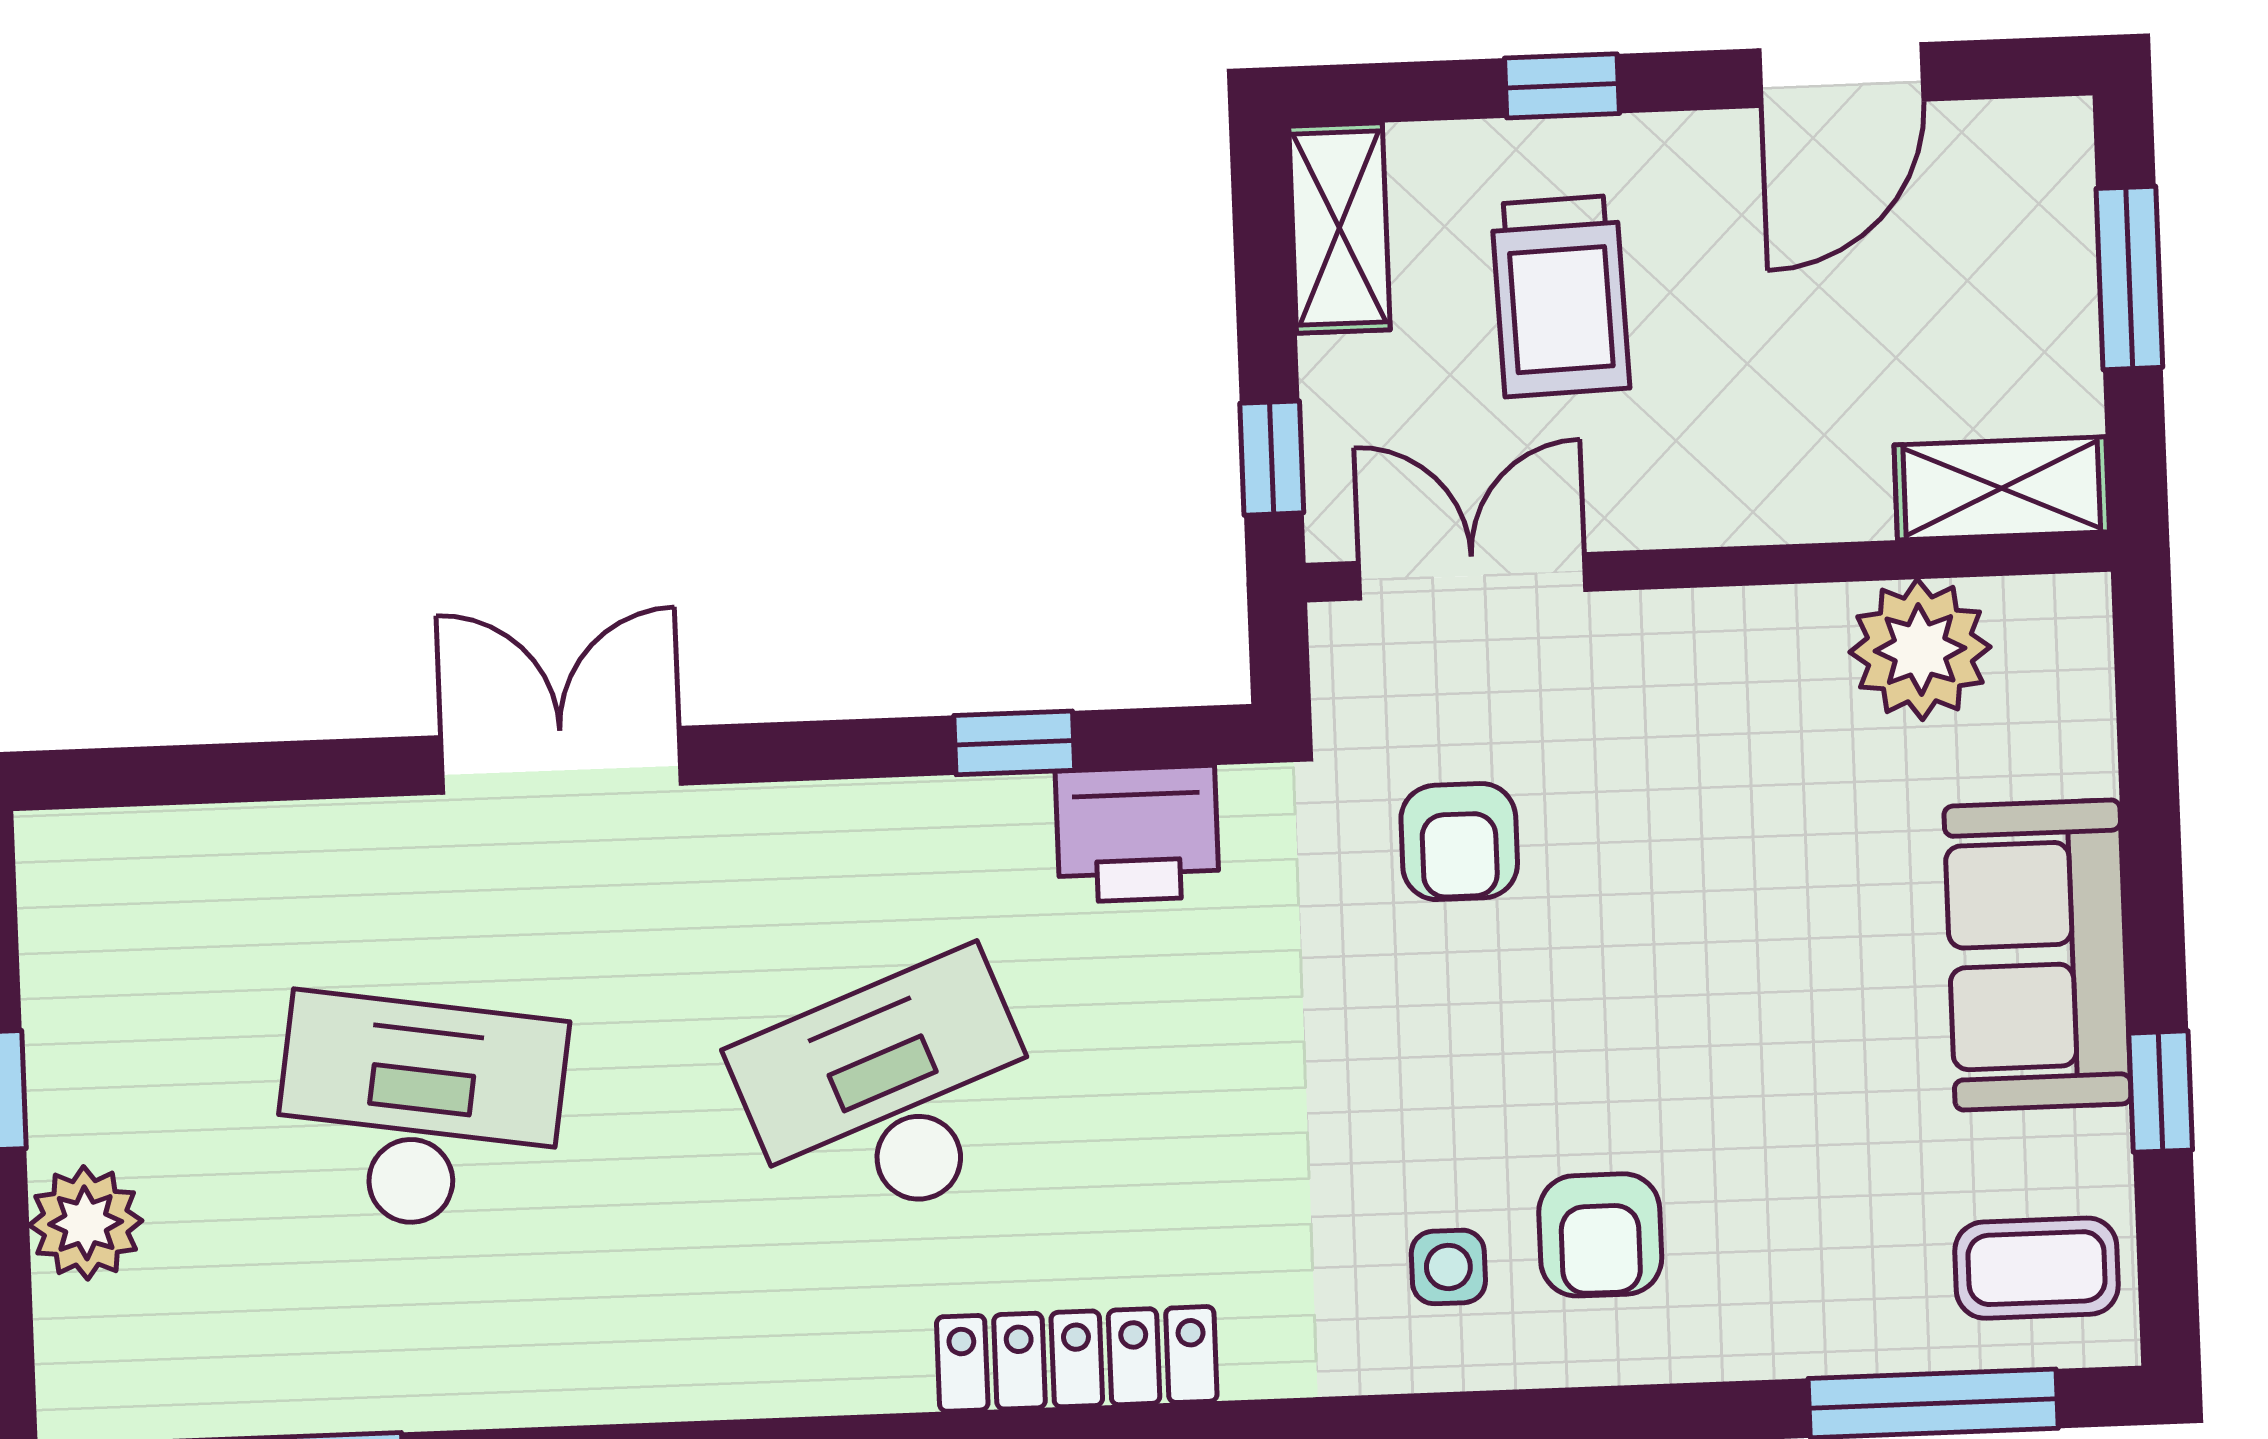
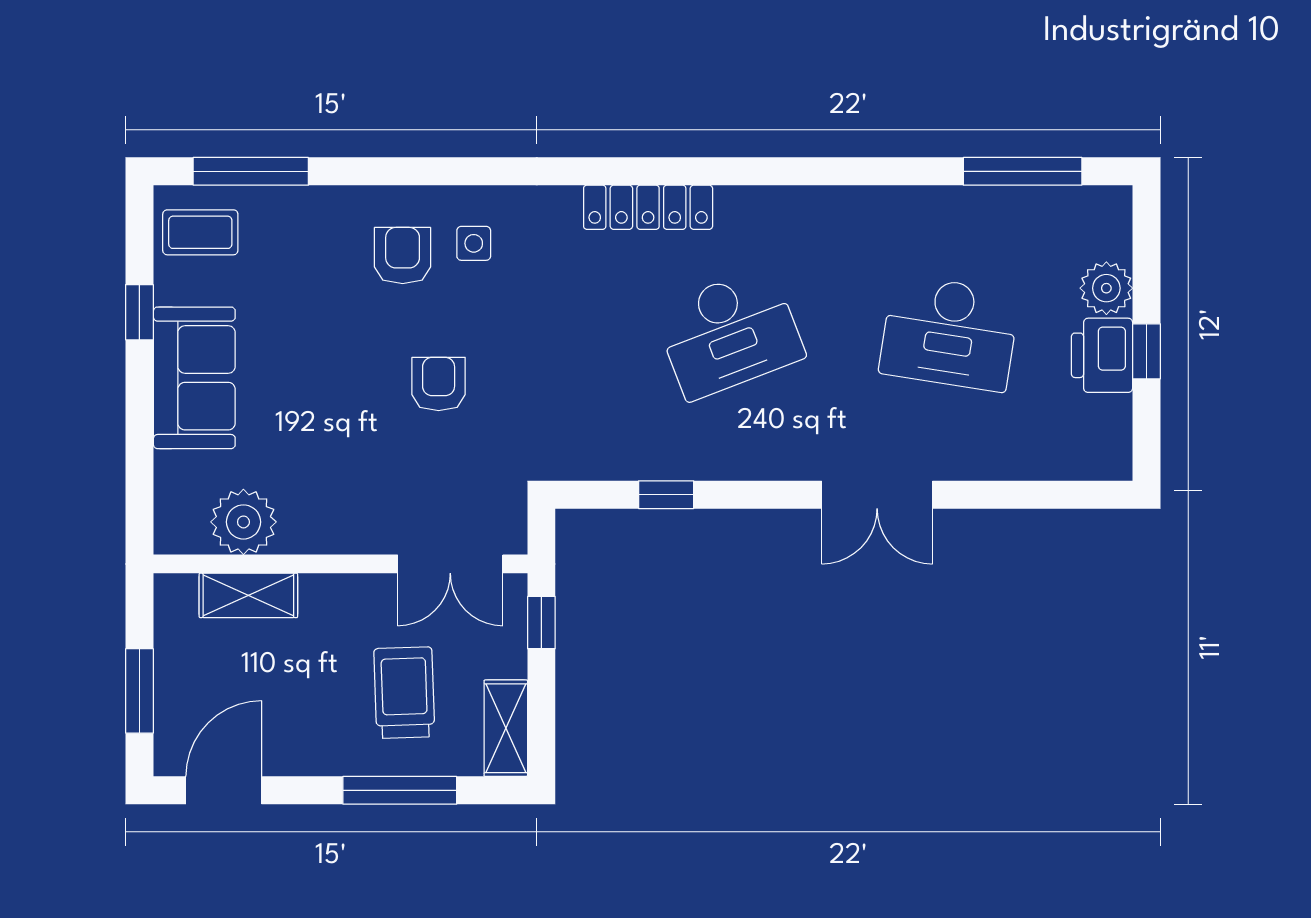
door: (1841, 75) -> (224, 790), moved
window: (1562, 86) -> (400, 790), width x2.17
shelving: (2002, 488) -> (248, 595), moved
printer: (1137, 834) -> (1102, 355), moved, turned -90
armchair: (1459, 842) -> (439, 384), moved

